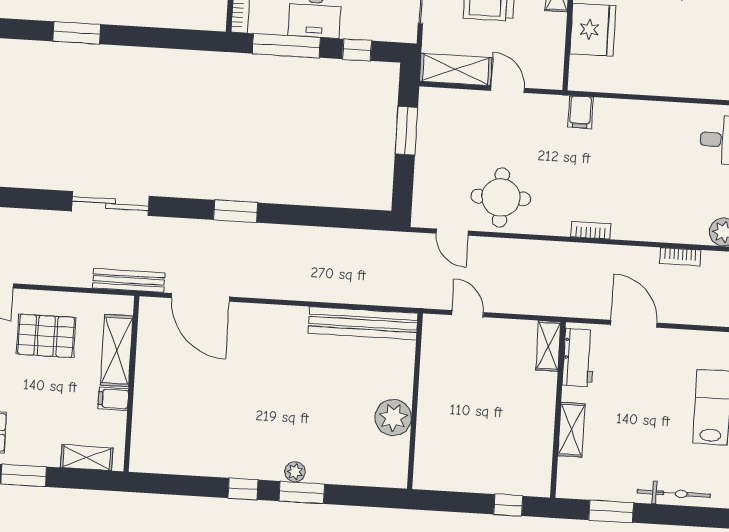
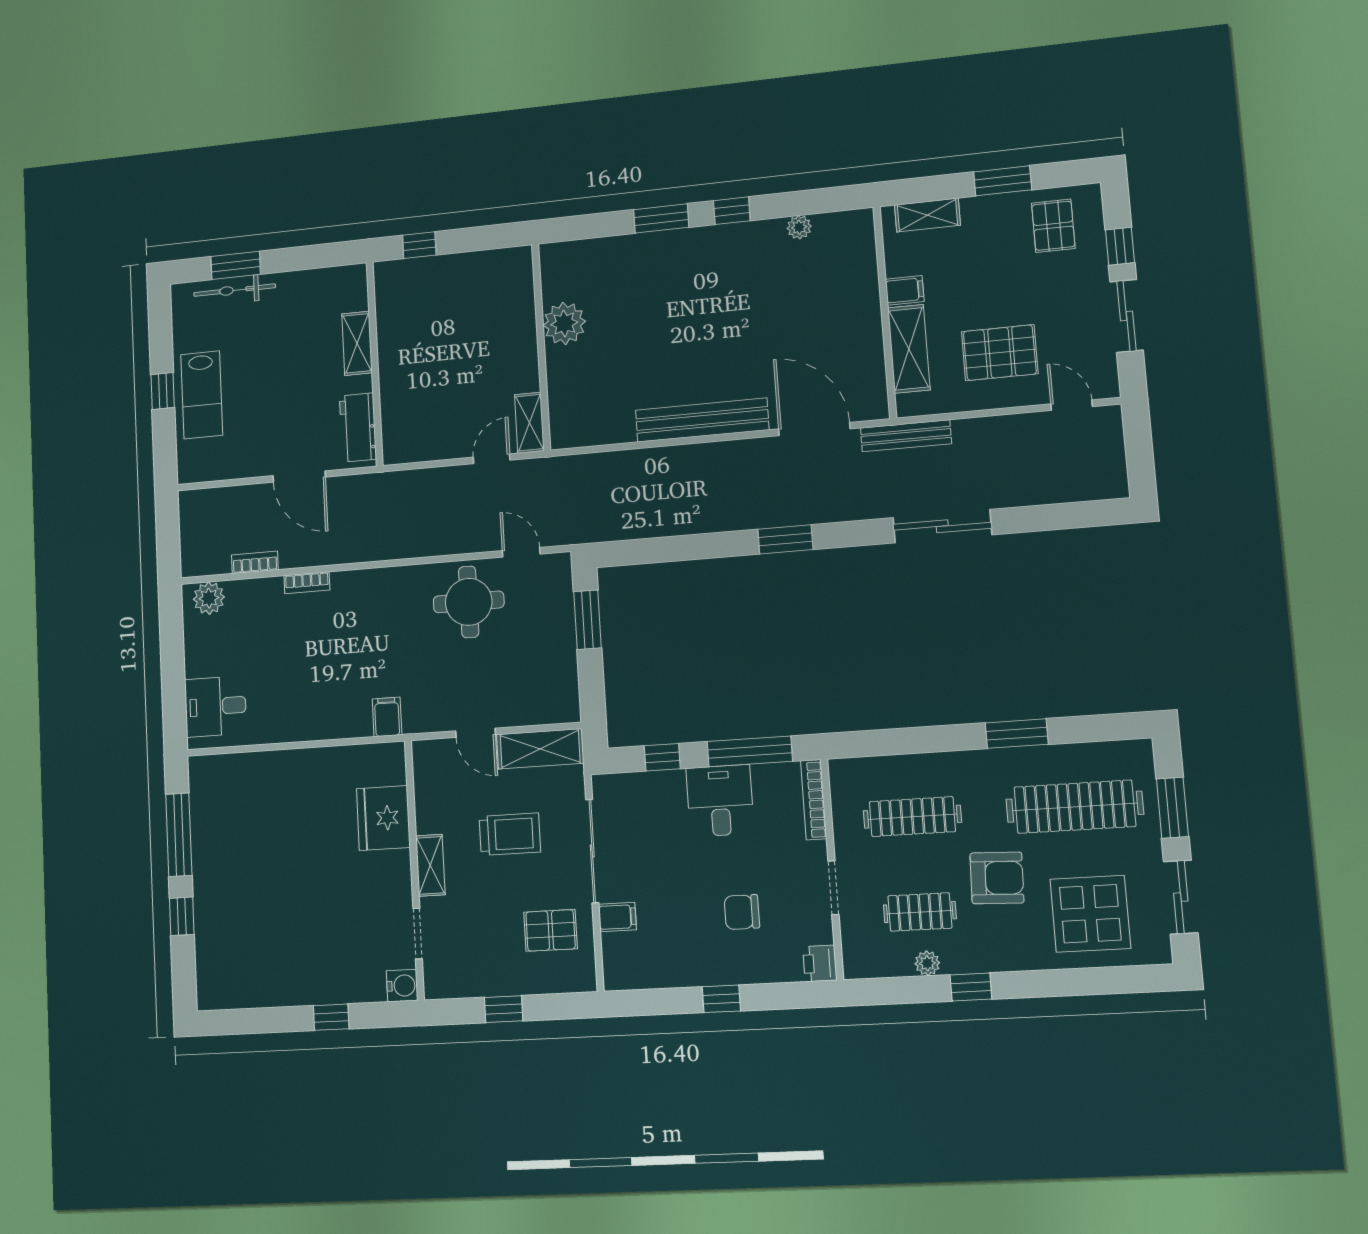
window: (406, 131) -> (587, 620), moved
bookcase: (591, 230) -> (307, 583), moved
door: (468, 314) -> (492, 459), swing flipped
bench: (363, 323) -> (702, 420), moved
shelving: (548, 346) -> (529, 423), moved
plant: (295, 472) -> (799, 227), moved
window: (611, 511) -> (236, 265), moved

